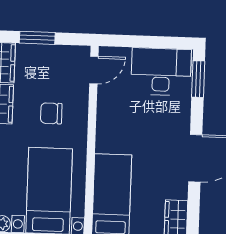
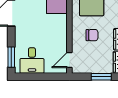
desk: (161, 72) -> (32, 60), width x0.73

